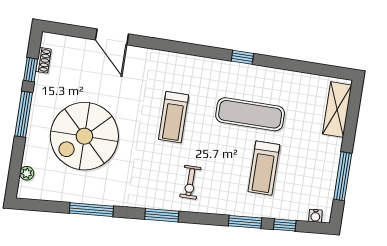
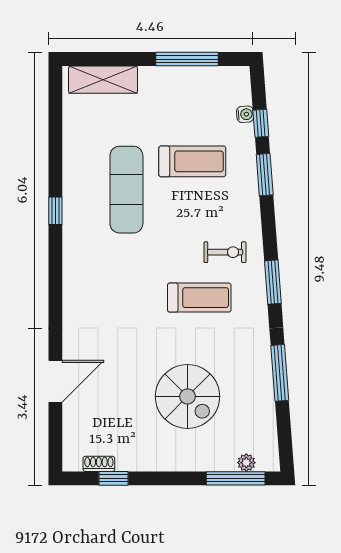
window: (24, 114) -> (236, 478), moved
treadmill: (174, 117) -> (199, 298), moved
spiral stairs: (84, 136) -> (187, 396), width x0.73, depth x0.73
water cooler: (315, 216) -> (245, 114), moved

